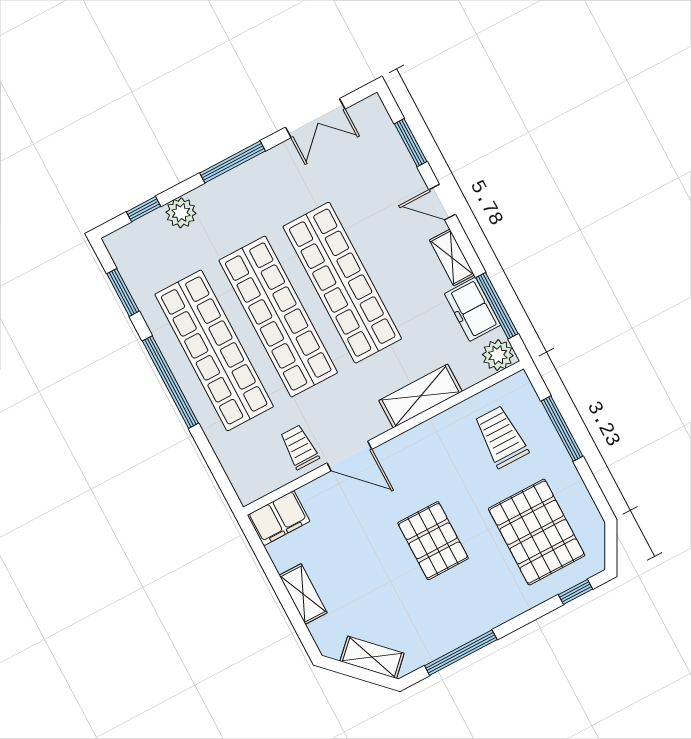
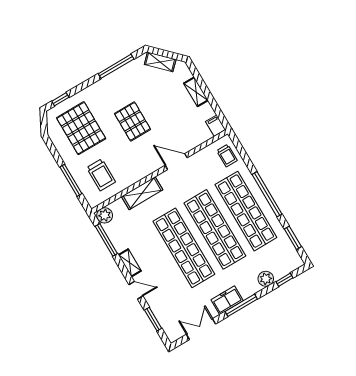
freezer: (473, 309) -> (227, 300), moved, turned -90
trolley: (299, 447) -> (227, 156), moved
filing cabinet: (279, 518) -> (216, 126), width x0.50

